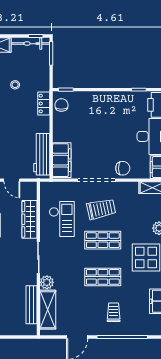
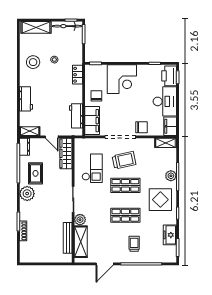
chair: (61, 105) -> (96, 96), moved
corner desk: (98, 109) -> (122, 79), added
workbench: (42, 154) -> (76, 116), width x0.73
wardrobe: (30, 219) -> (66, 153), moved

